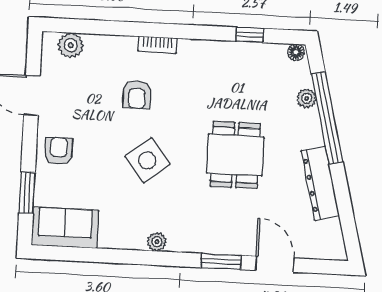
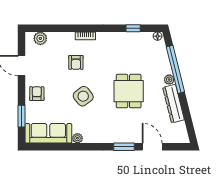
plant: (307, 98) -> (169, 80), moved
sofa: (65, 228) -> (48, 133), width x1.36
plant: (157, 242) -> (78, 138), moved

